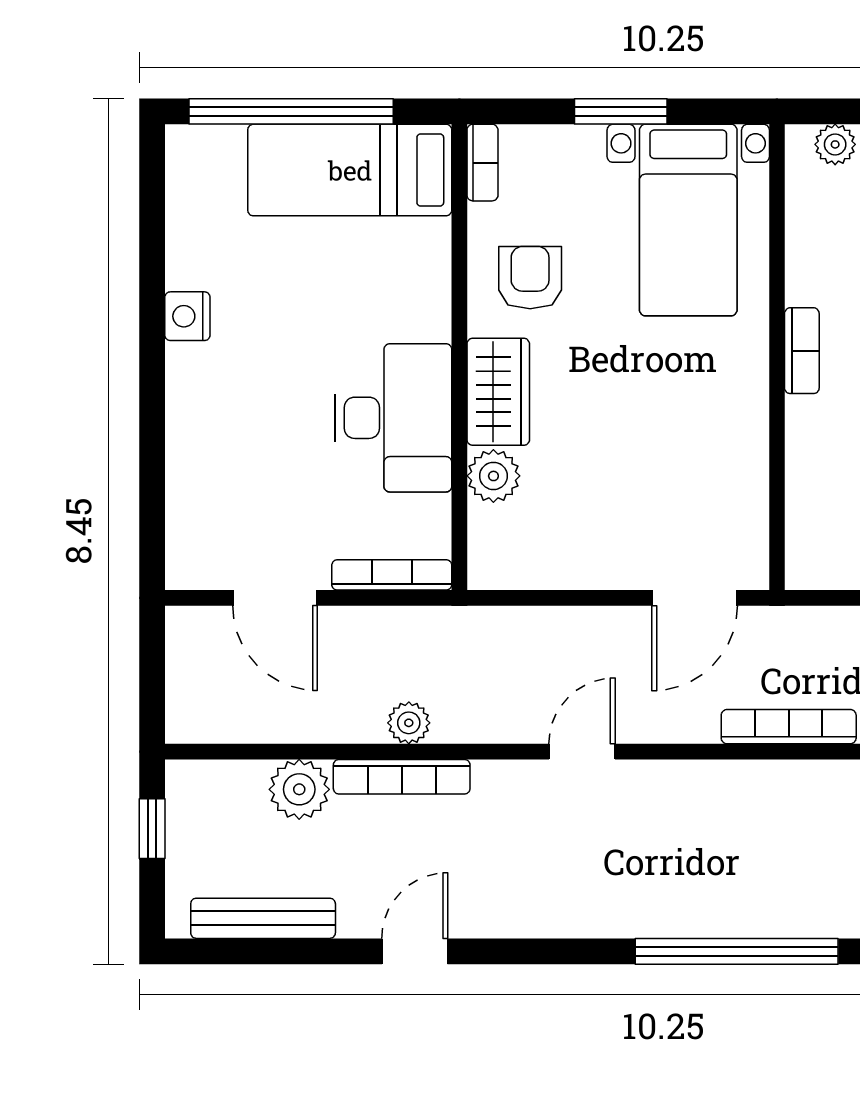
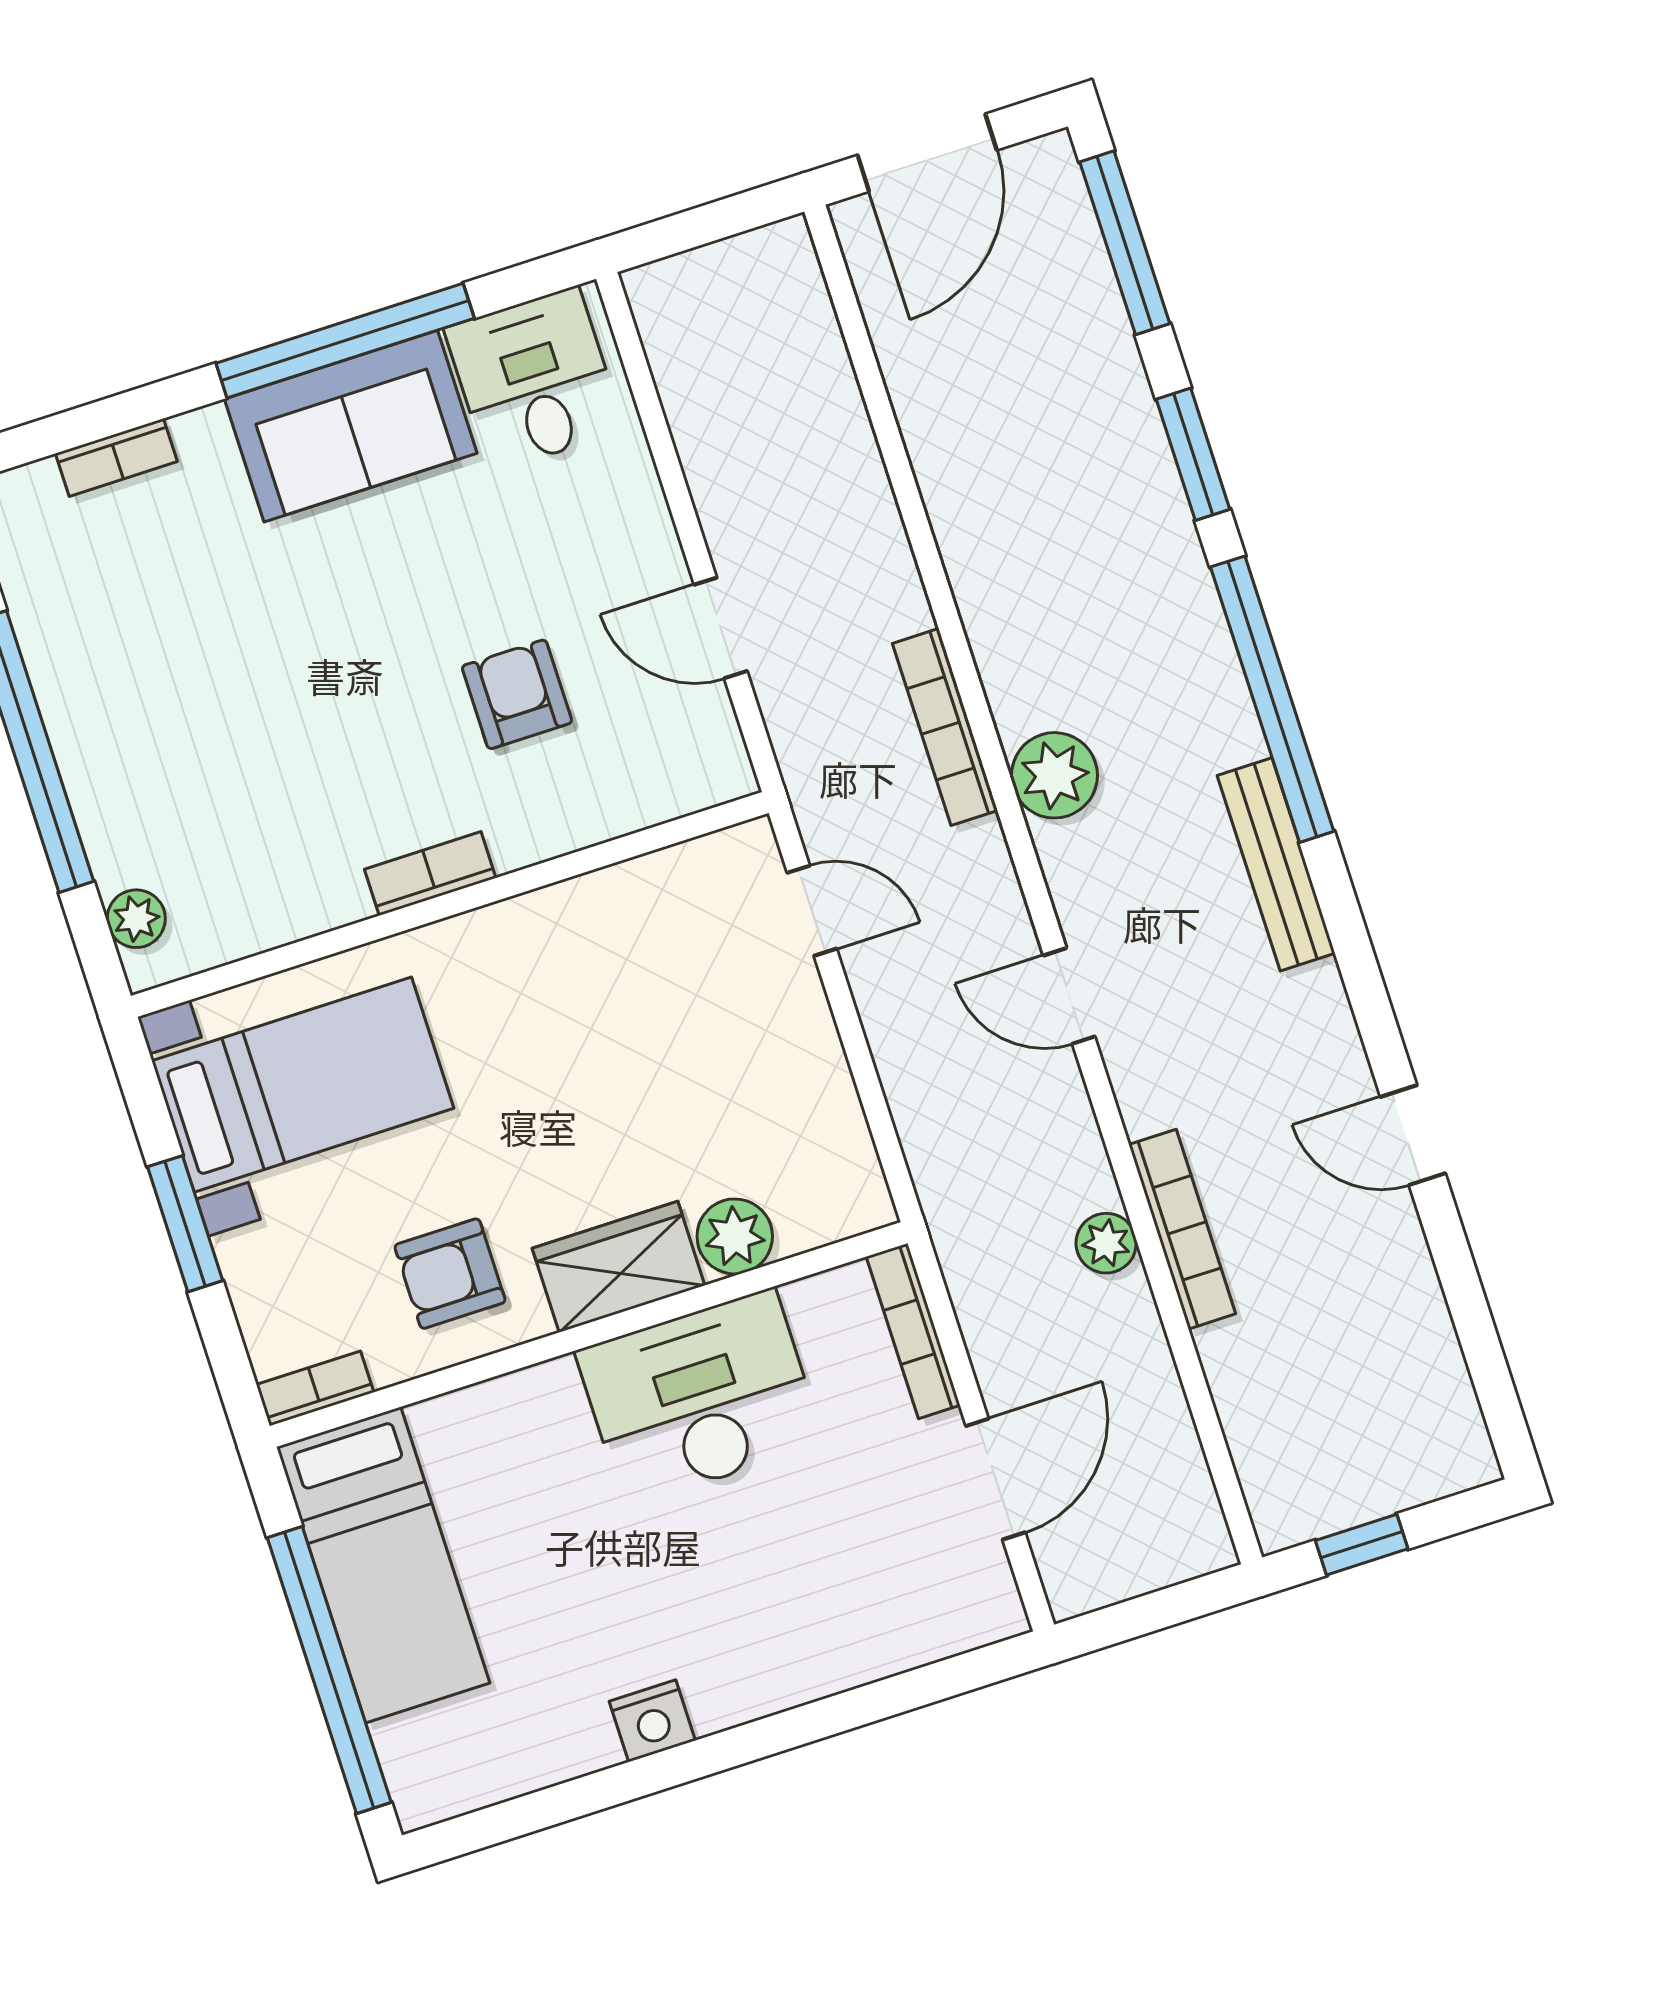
door: (695, 598) -> (812, 911), width x0.73
plant: (299, 789) -> (1054, 775), moved
bench: (263, 918) -> (1276, 864), moved

